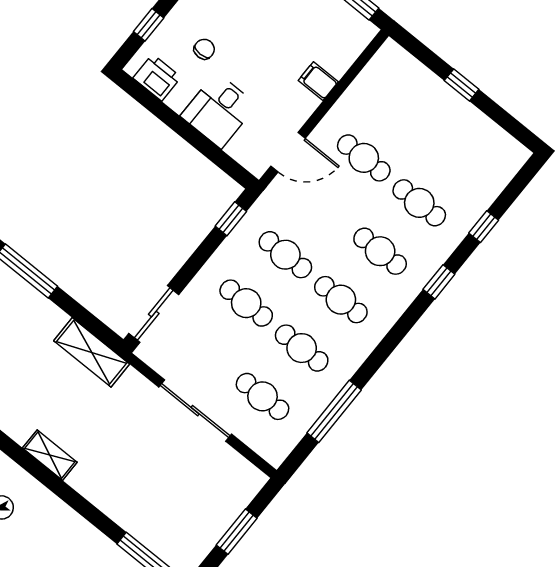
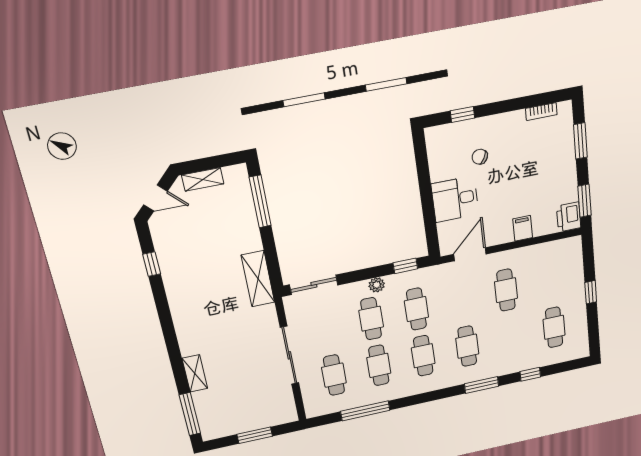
chair: (204, 49) -> (480, 157), turned -151
printer: (157, 78) -> (569, 217), moved, turned 180
door: (288, 152) -> (470, 254), swing flipped
cafe table: (419, 203) -> (554, 327), moved
plant: (219, 262) -> (377, 285), added
window: (439, 282) -> (481, 385), width x1.50
shelving: (50, 455) -> (195, 373), moved

